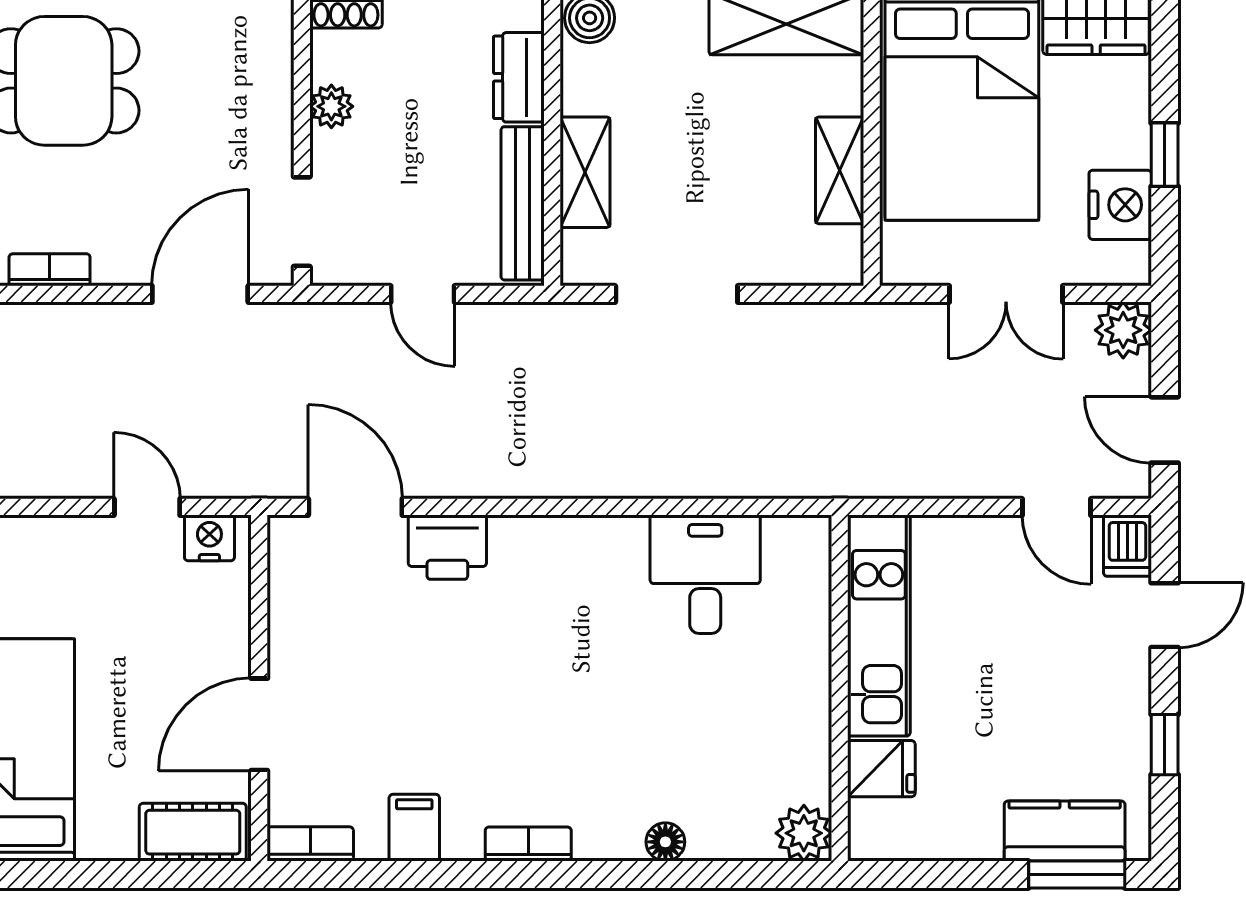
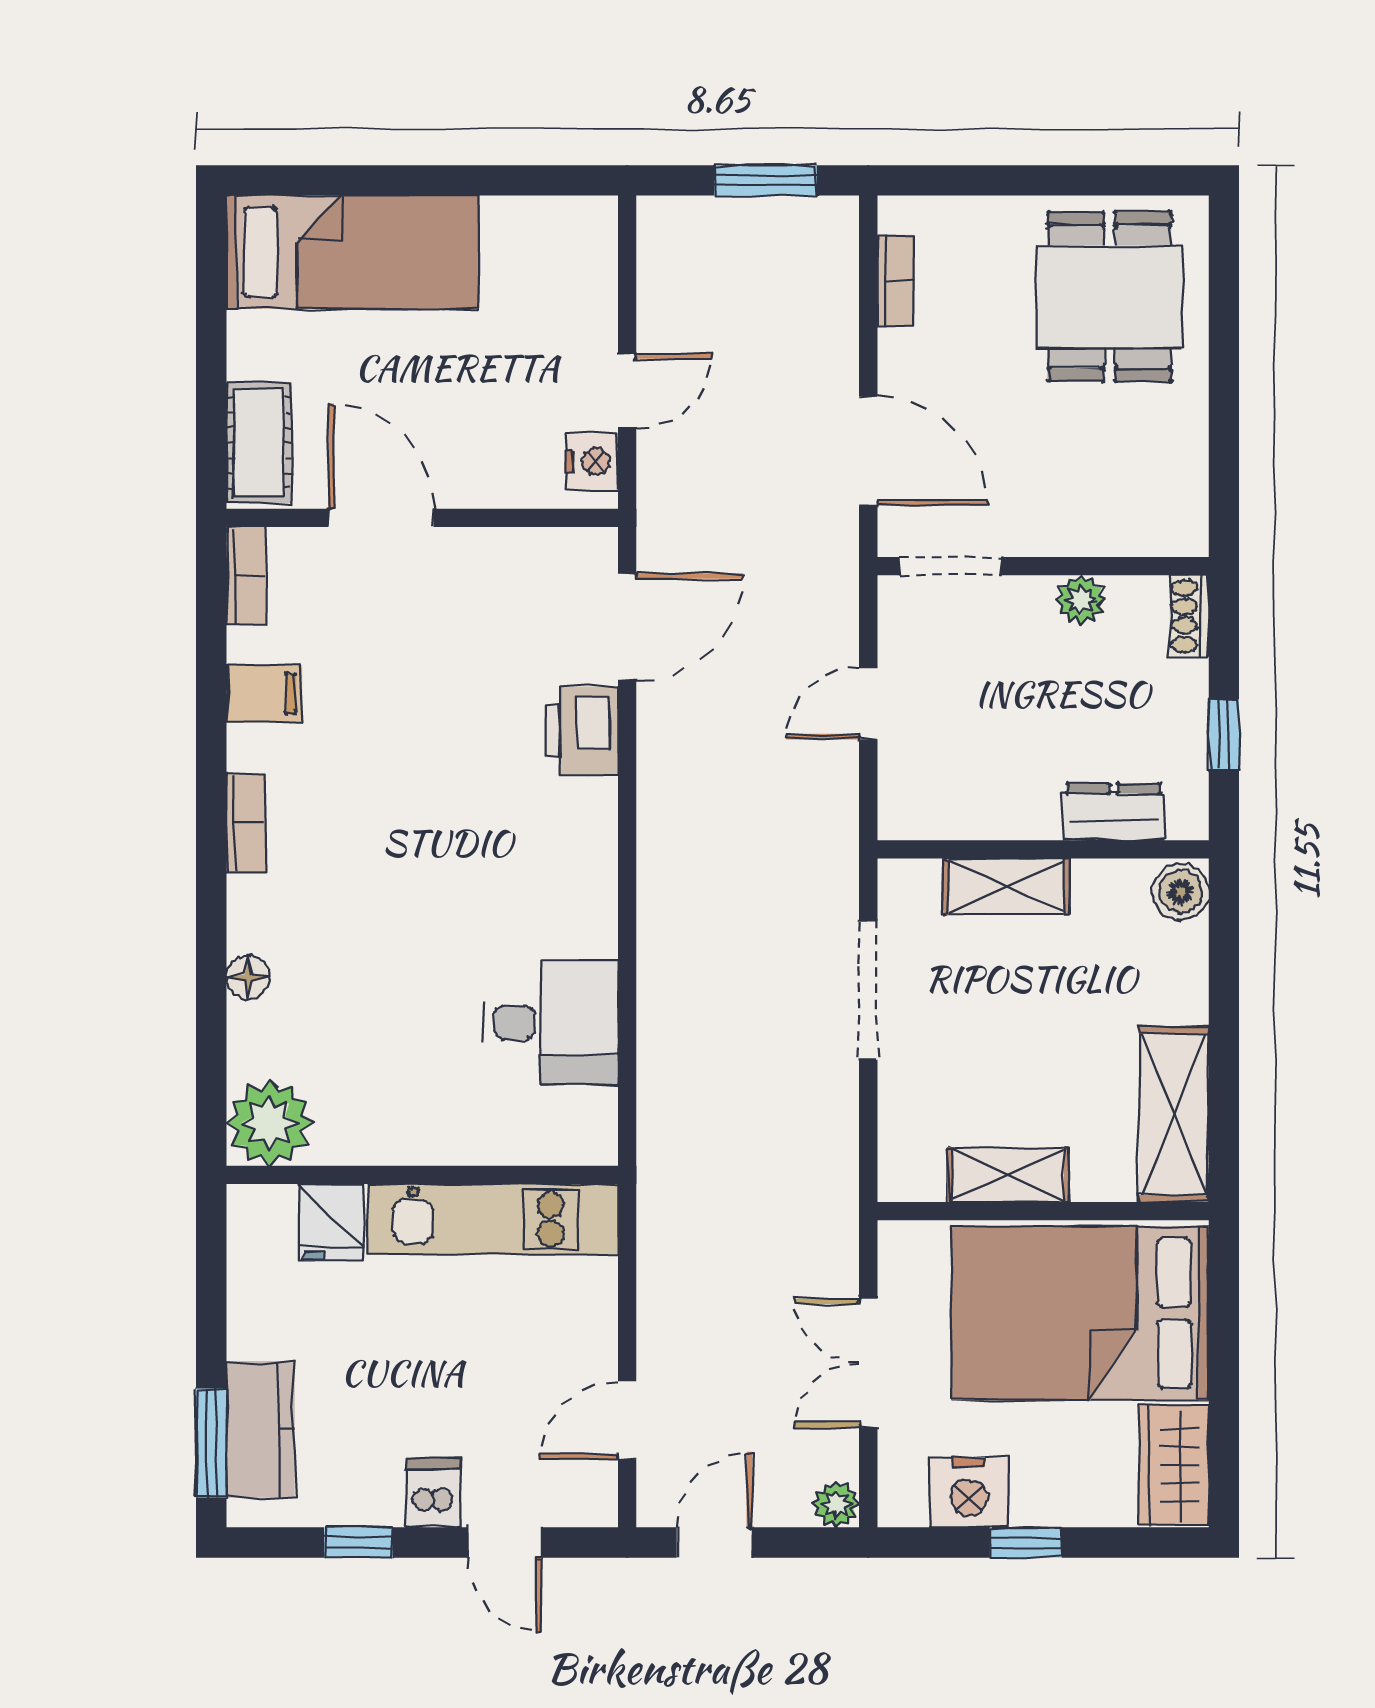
bench: (523, 203) -> (971, 816), removed
plant: (1123, 330) -> (836, 1504), width x0.73, depth x0.73
dishwasher: (1127, 546) -> (433, 1493), moved, turned 90
plant: (804, 833) -> (269, 1123), width x1.36, depth x1.36

